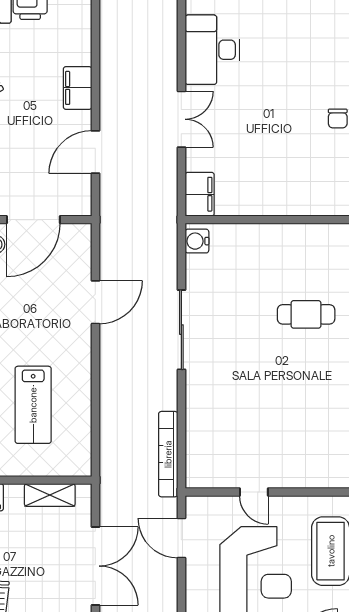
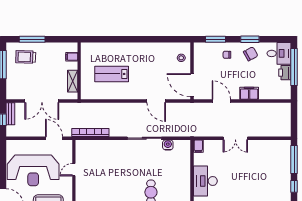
desk: (212, 50) -> (205, 181), moved, turned -90
filing cabinet: (200, 194) -> (198, 146), width x0.50
door: (33, 220) -> (192, 85), moved
water cooler: (197, 241) -> (168, 145), moved
door: (181, 538) -> (54, 138), hinge flipped

